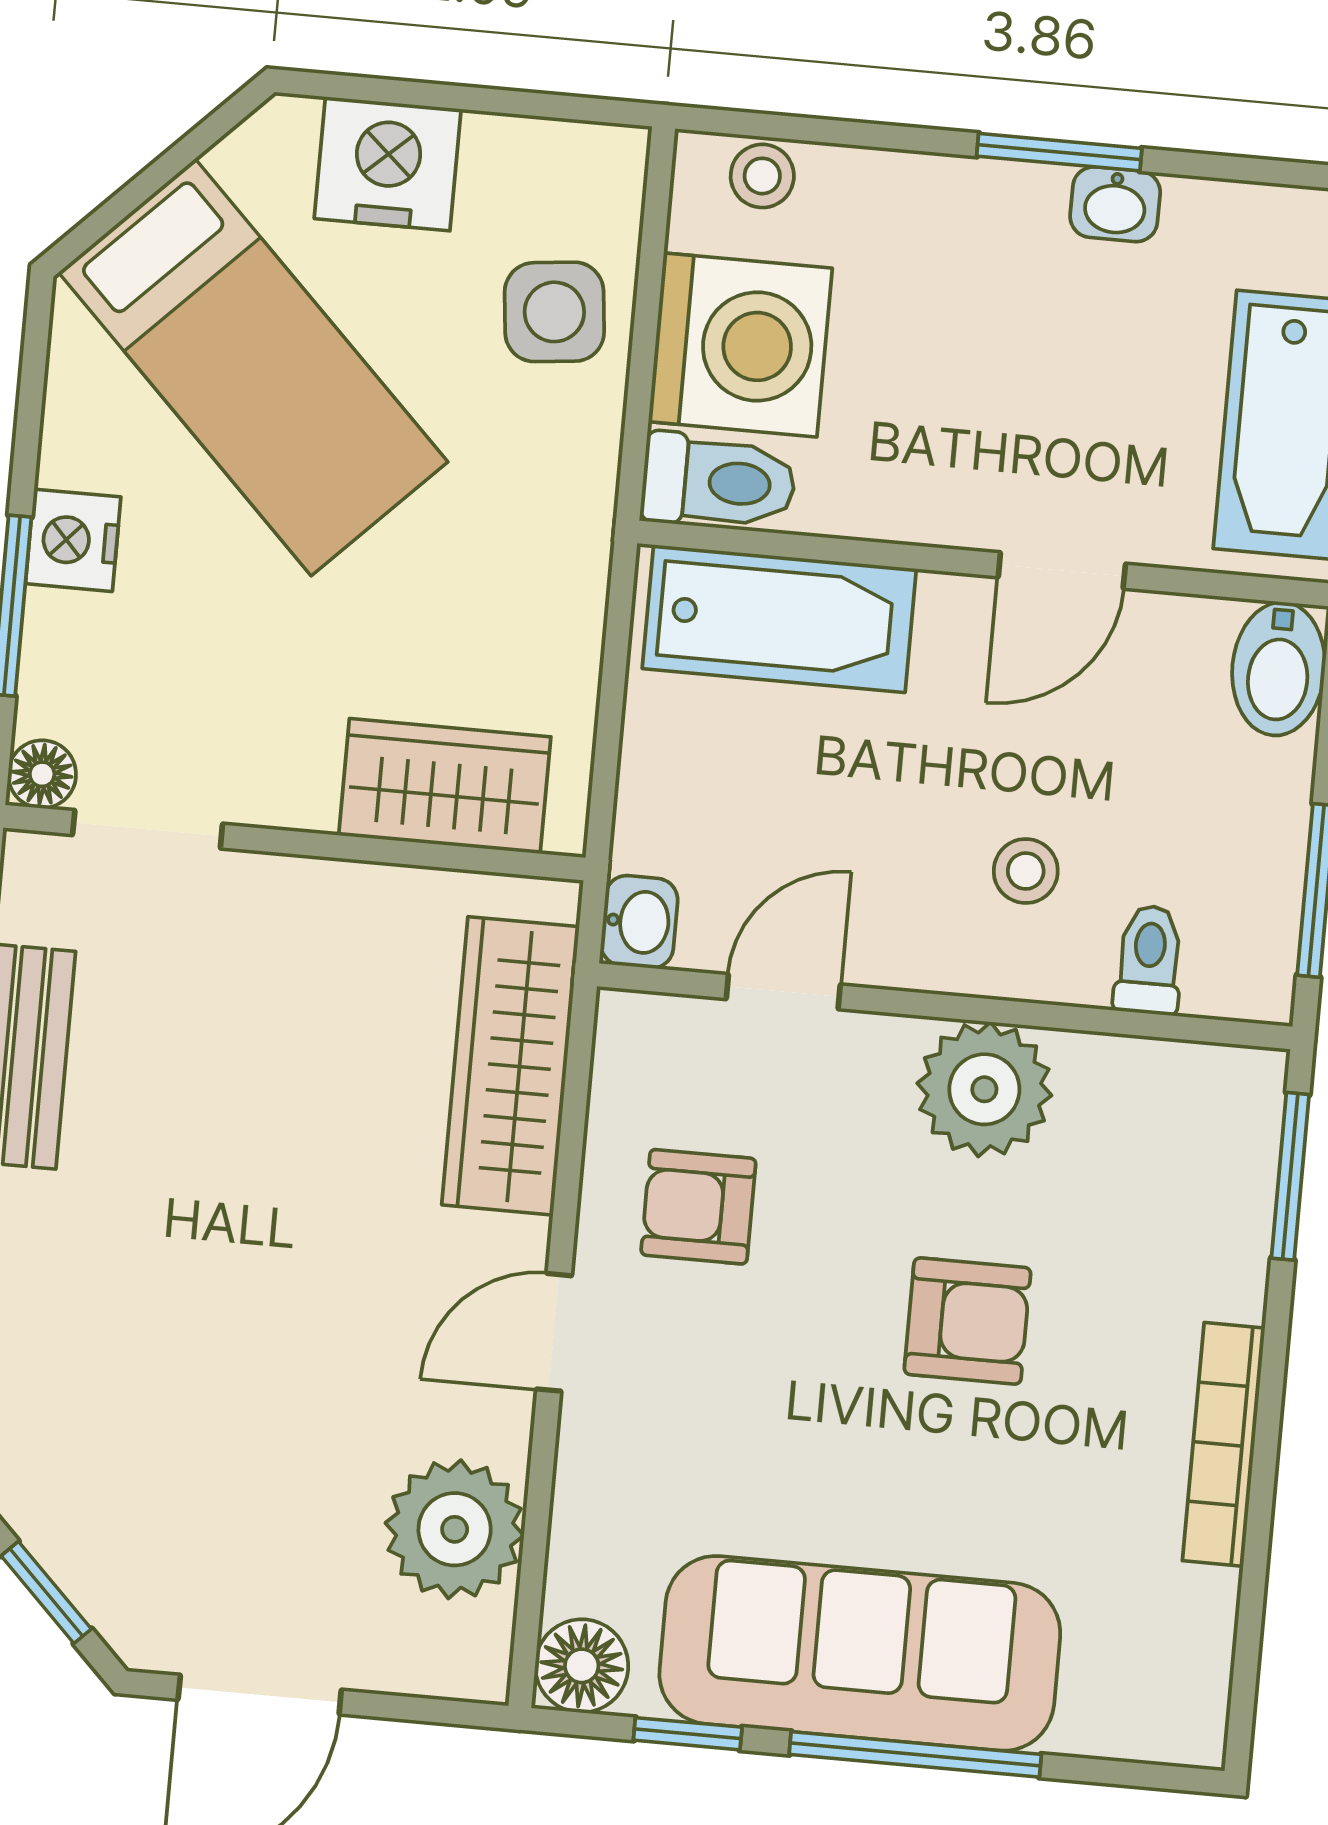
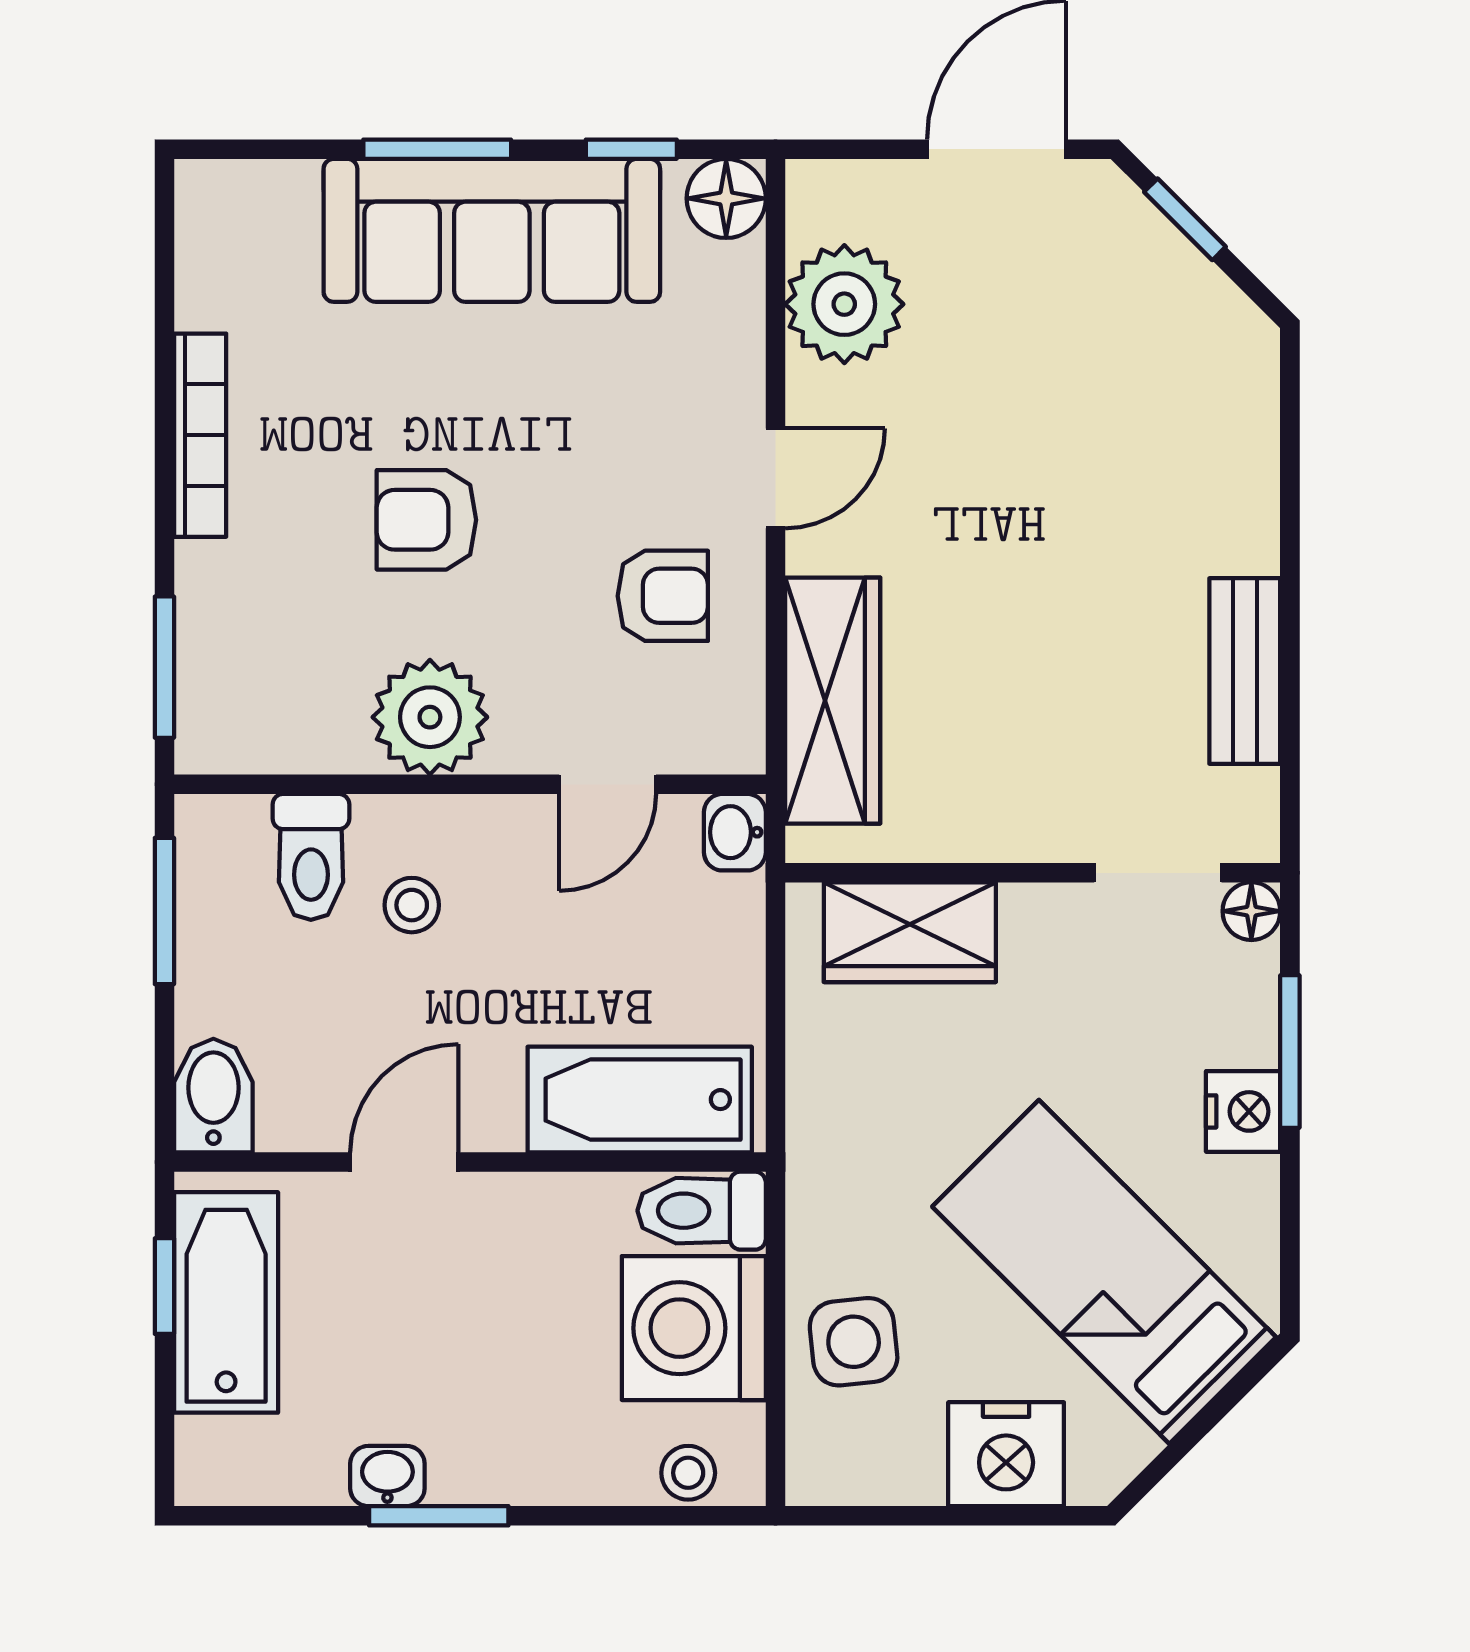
toilet: (1149, 960) -> (311, 857), width x1.37, depth x1.39
window: (915, 1754) -> (437, 149), width x0.69

